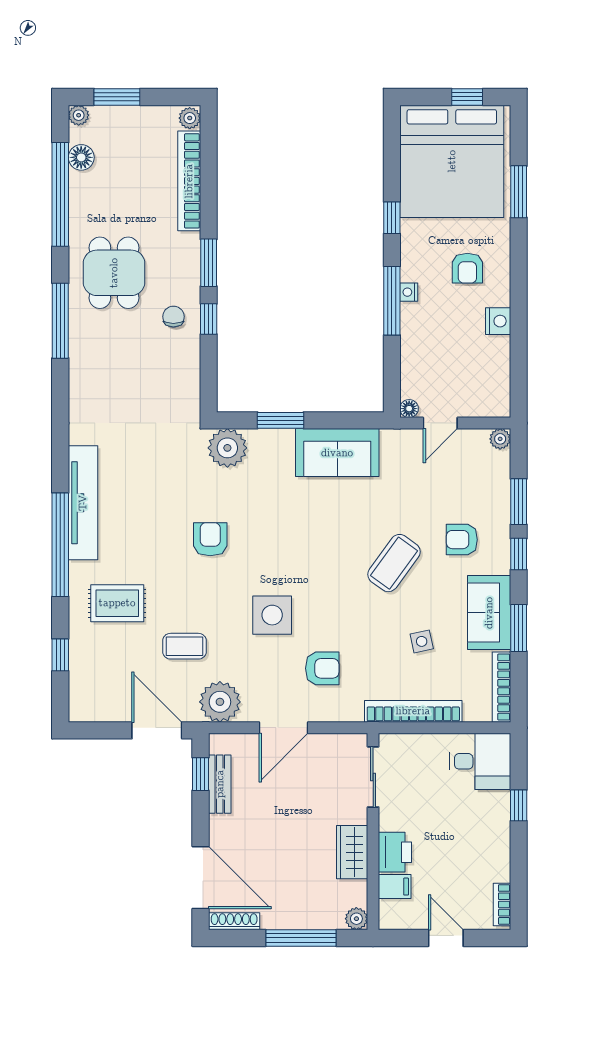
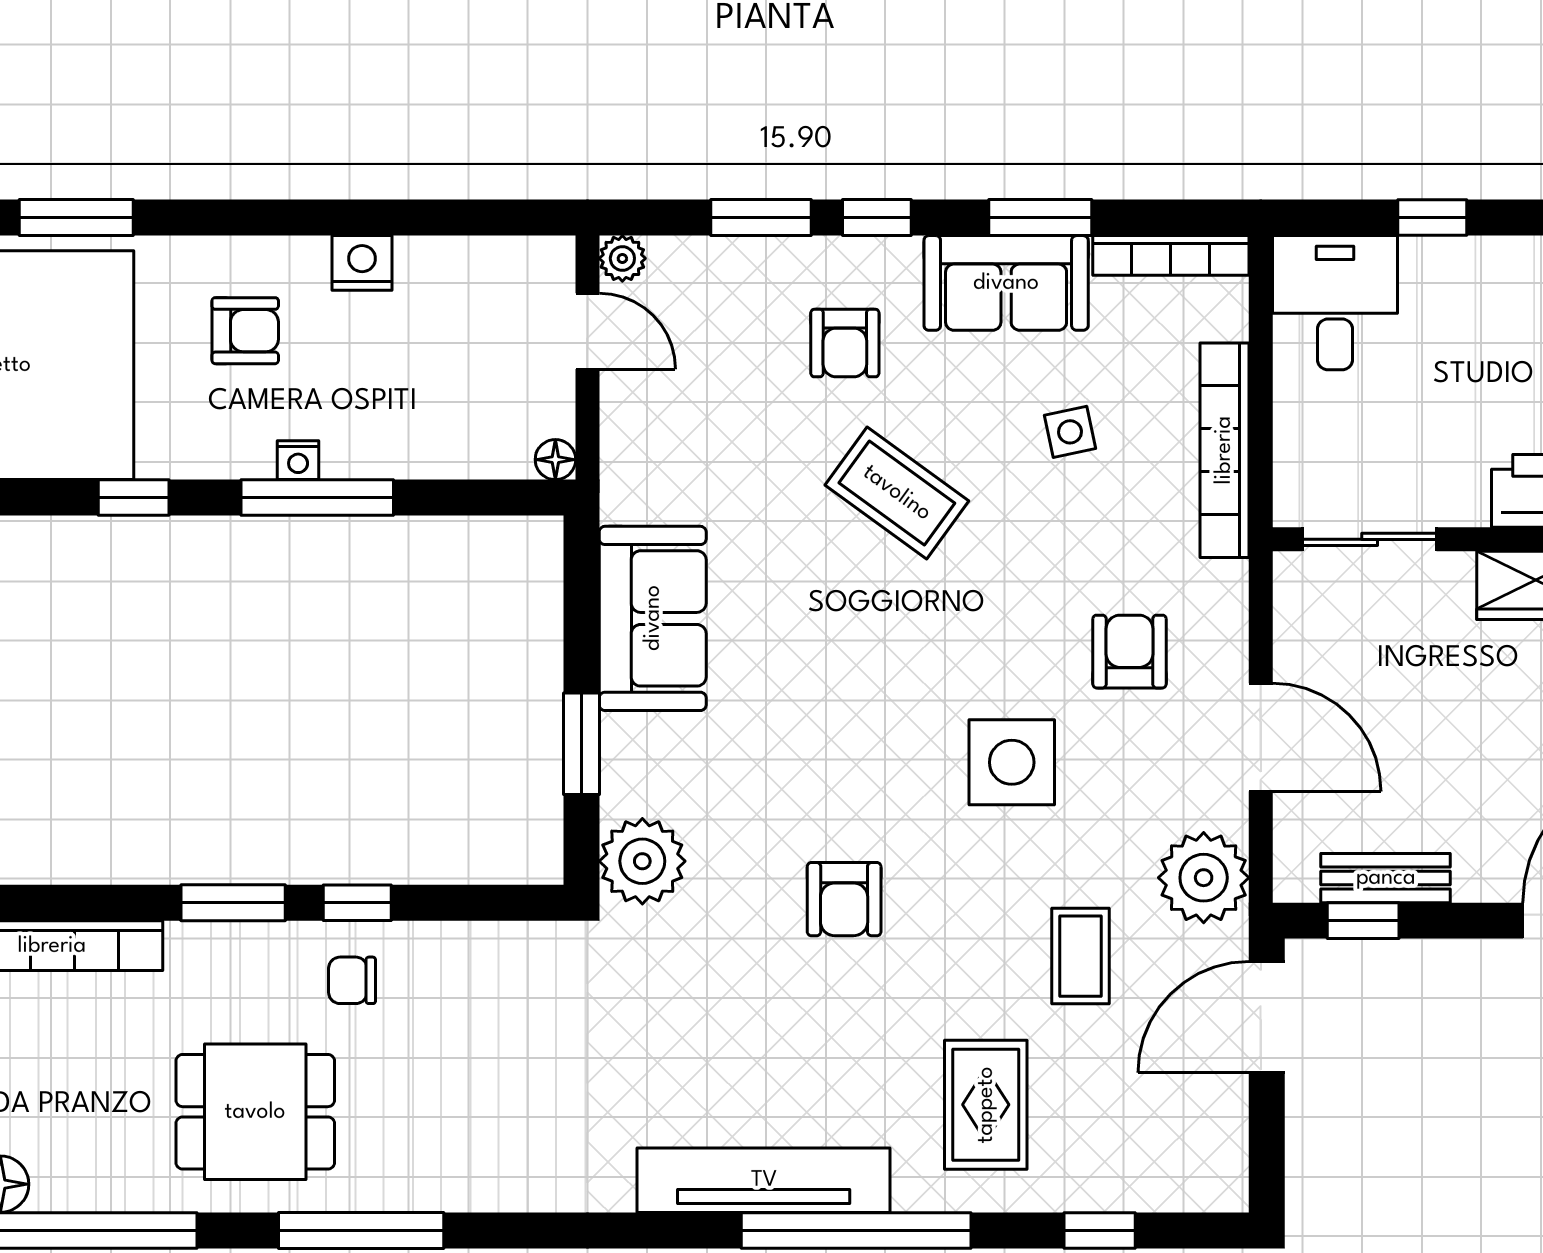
door: (440, 423) -> (587, 331), moved
armchair: (210, 539) -> (844, 899), turned -90

